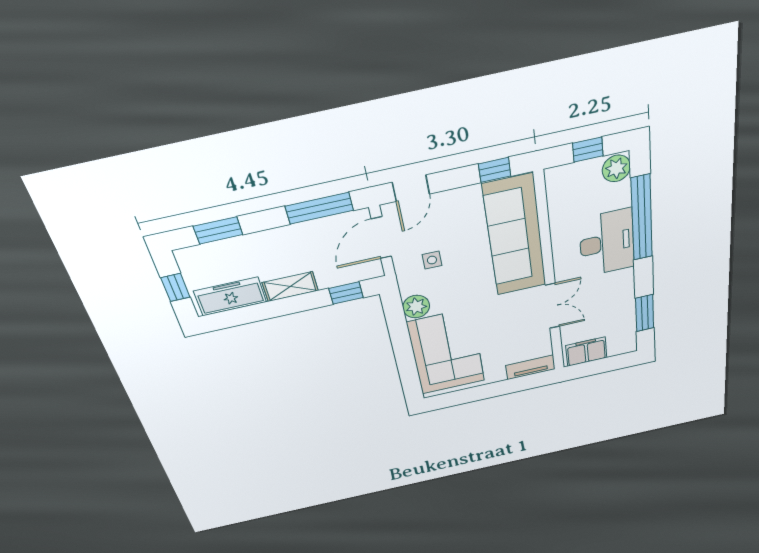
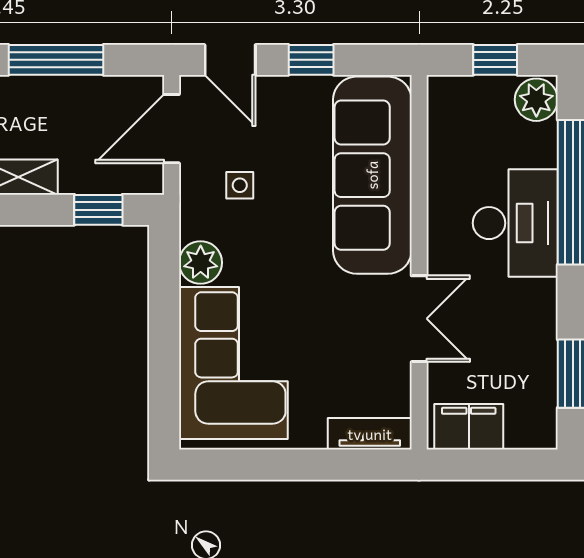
window: (495, 170) -> (311, 60), moved
door: (411, 188) -> (230, 60), hinge flipped
window: (319, 208) -> (56, 60), moved

